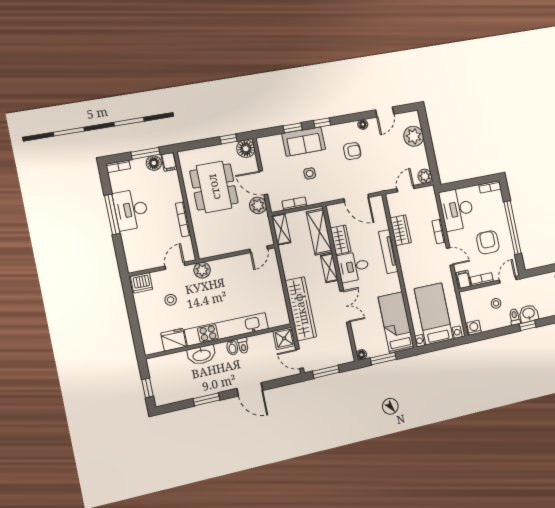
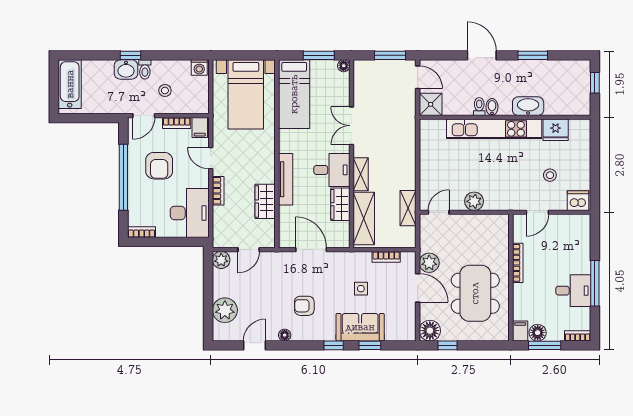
desk: (131, 210) -> (573, 291), width x0.73
shelving: (281, 229) -> (408, 208), moved
plant: (202, 270) -> (474, 201), moved
wardrobe: (301, 309) -> (404, 134), removed

